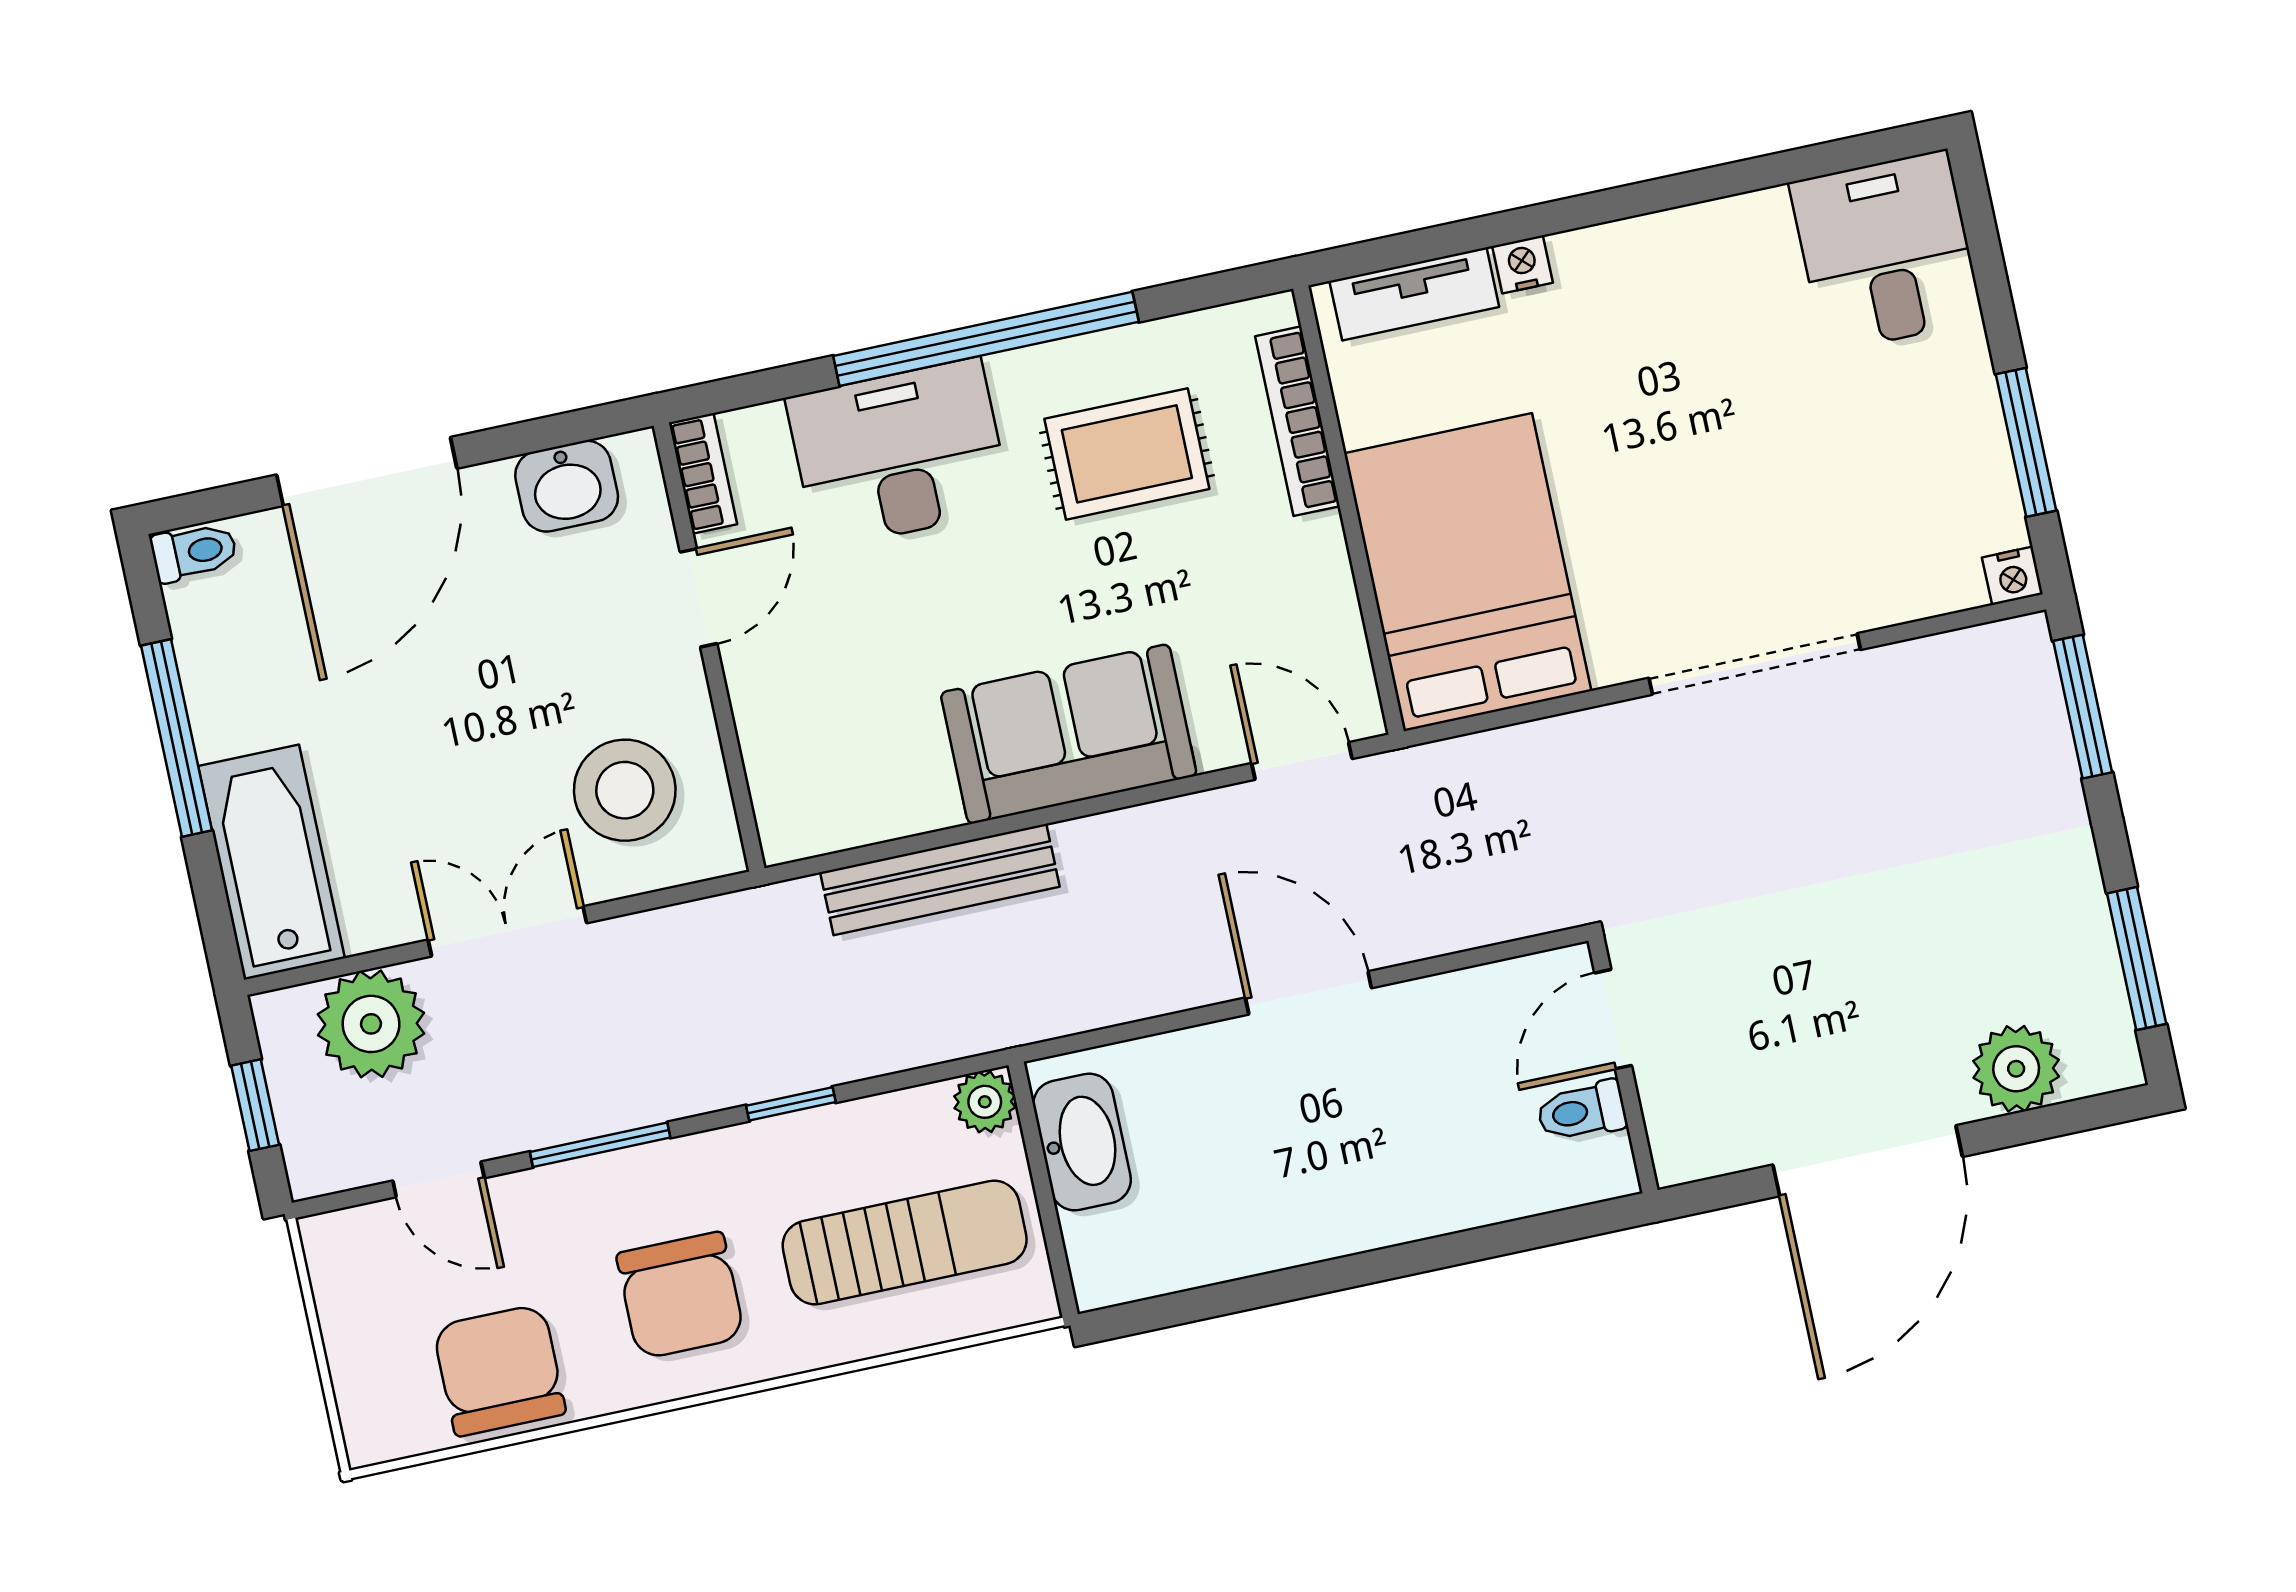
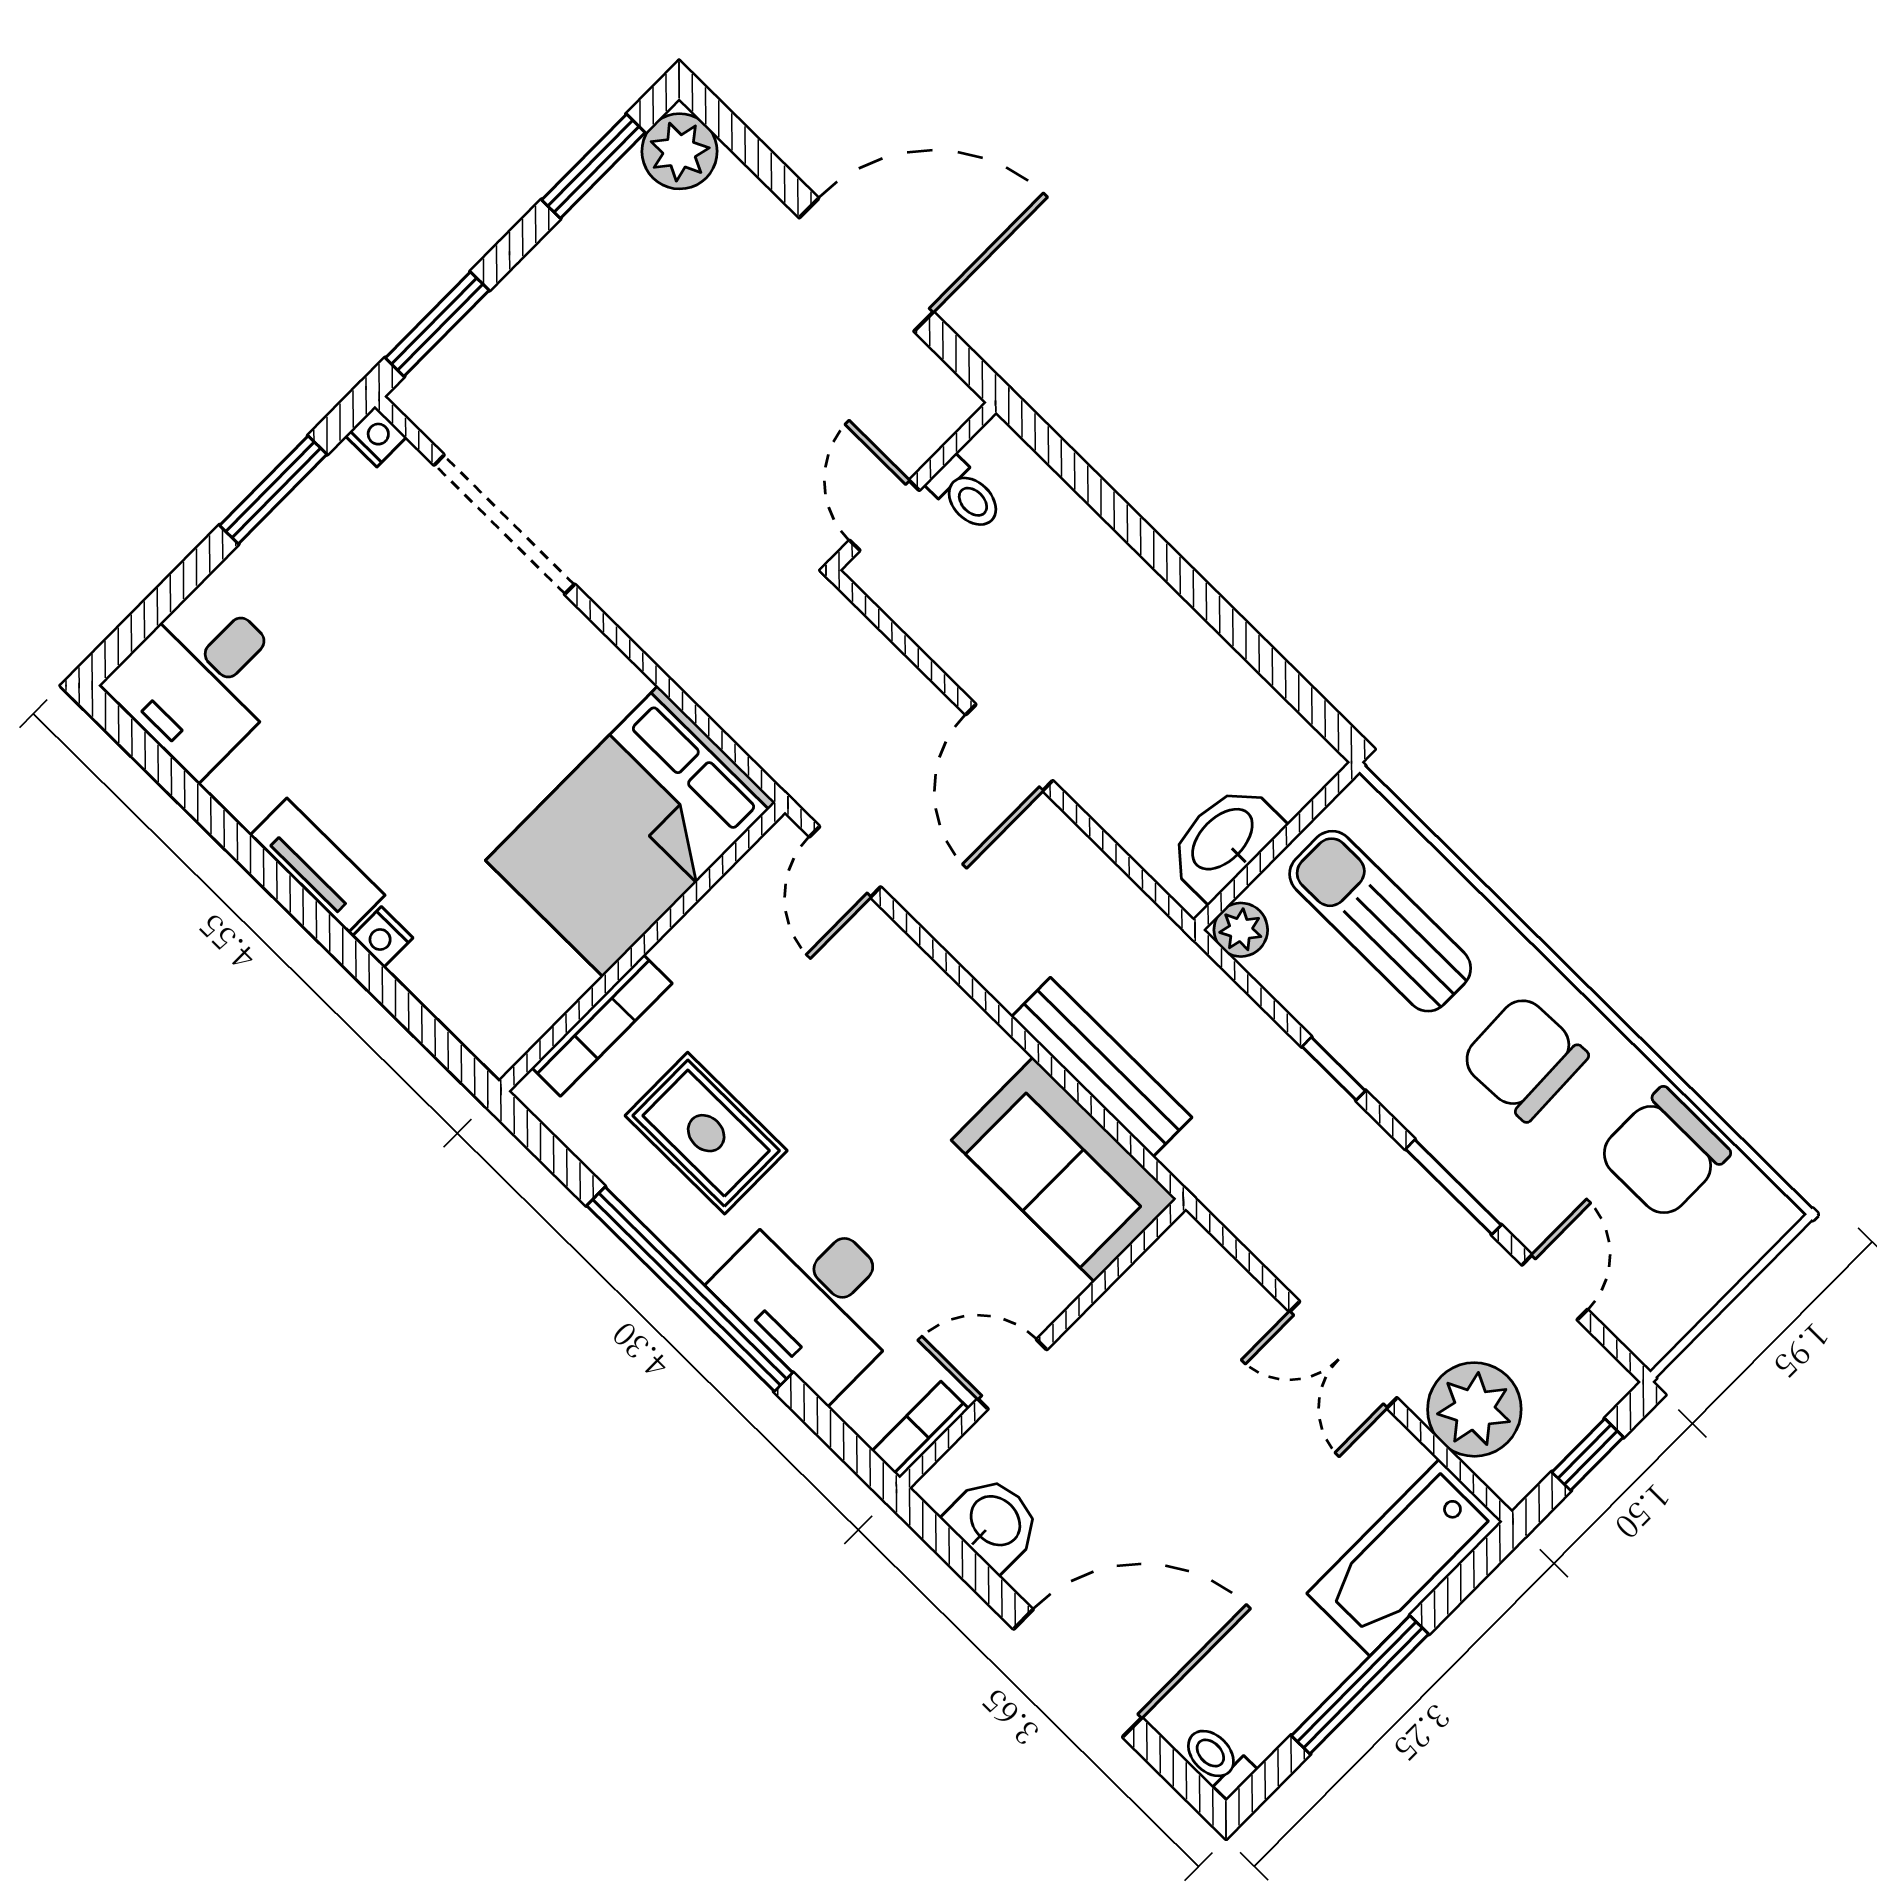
tv unit: (1414, 294) -> (317, 865), moved
doorway: (1755, 664) -> (504, 525), moved
sofa: (1069, 734) -> (1064, 1170), moved
stool: (625, 790) -> (1186, 1337), removed
door: (1613, 1019) -> (884, 515), swing flipped
plant: (2016, 1069) -> (680, 151), moved
chair: (680, 1295) -> (1524, 1058), turned -92

